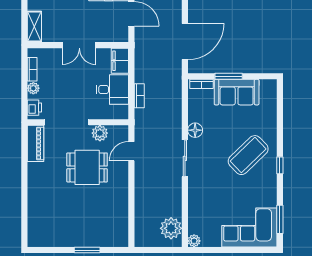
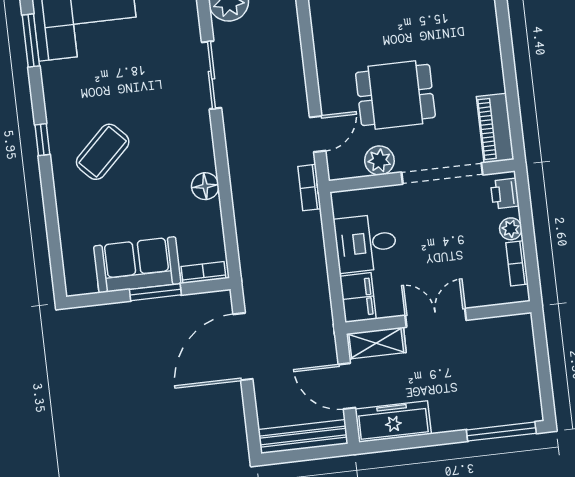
shelving: (34, 27) -> (376, 343), moved, turned 90
bookcase: (139, 96) -> (309, 188), moved
coffee table: (248, 155) -> (103, 152), width x0.73, depth x0.76
sliding door: (185, 158) -> (212, 75), moved

